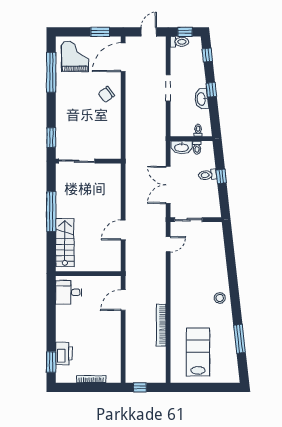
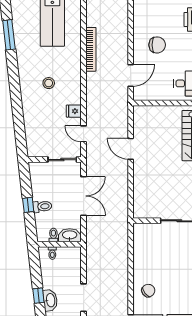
washbasin: (202, 99) -> (50, 300), moved
door: (123, 230) -> (131, 149), swing flipped
door: (168, 244) -> (84, 134), hinge flipped
fridge: (178, 266) -> (74, 111), added
stool: (220, 298) -> (49, 83), moved
chair: (98, 329) -> (157, 45), added

